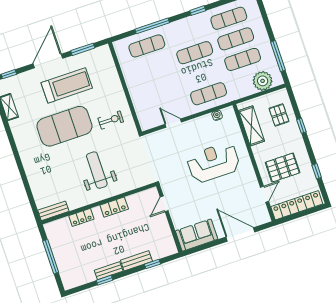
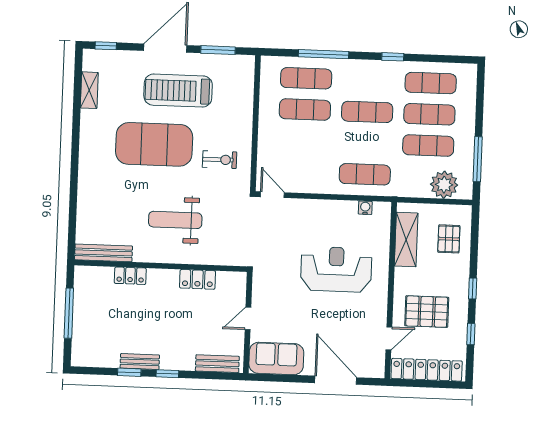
exercise mat: (154, 66) -> (305, 110), added
treadmill: (67, 85) -> (178, 91), turned 180
door: (173, 123) -> (272, 195), moved
window: (301, 126) -> (473, 289), moved
weight bench: (97, 170) -> (175, 220), turned -90
door: (164, 204) -> (248, 318), moved
locker: (114, 207) -> (198, 279), moved
bench: (53, 211) -> (104, 253), width x1.36
bench: (136, 261) -> (217, 364), moved
window: (152, 264) -> (167, 374), moved

